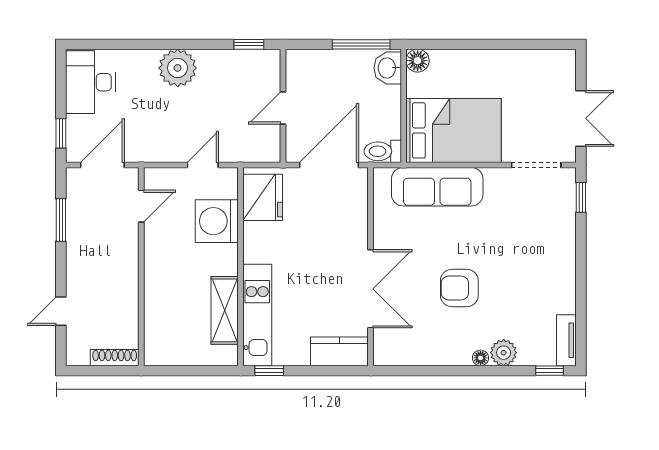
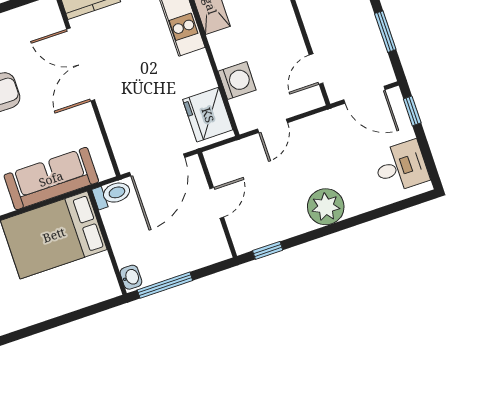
floor lamp: (418, 61) -> (108, 288), removed
washbasin: (388, 68) -> (131, 277), width x0.72, depth x0.69
desk: (90, 82) -> (401, 167), width x0.73
door: (102, 165) -> (364, 95), hinge flipped
washing machine: (217, 221) -> (237, 81), width x0.73, depth x0.73

